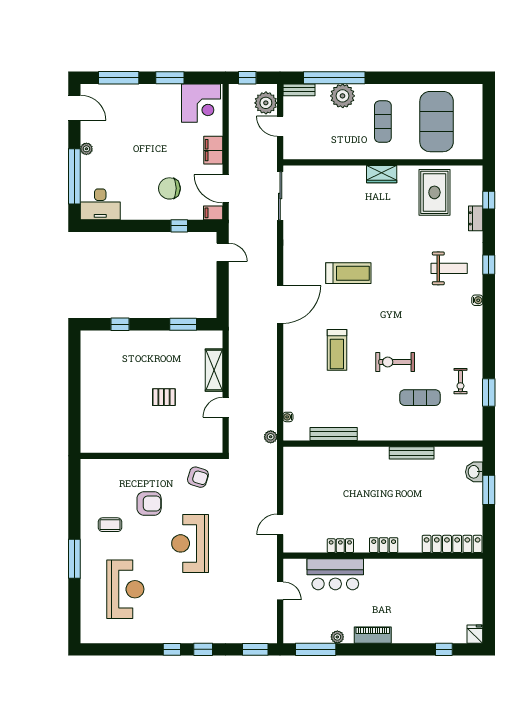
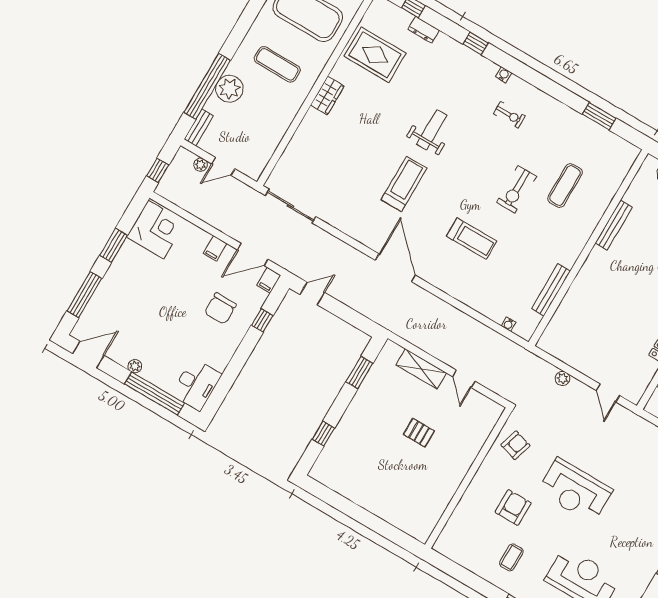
plant: (266, 103) -> (201, 165), width x0.53, depth x0.53
filing cabinet: (213, 150) -> (215, 248), width x0.50
weight bench: (449, 268) -> (432, 130), moved
exercise bike: (460, 381) -> (509, 115), moved
pallet: (164, 397) -> (419, 433), turned 90
plant: (271, 437) -> (563, 378), moved

